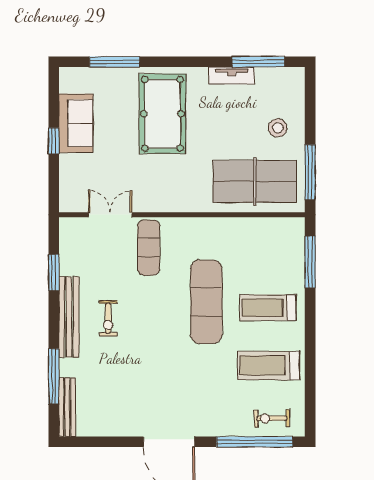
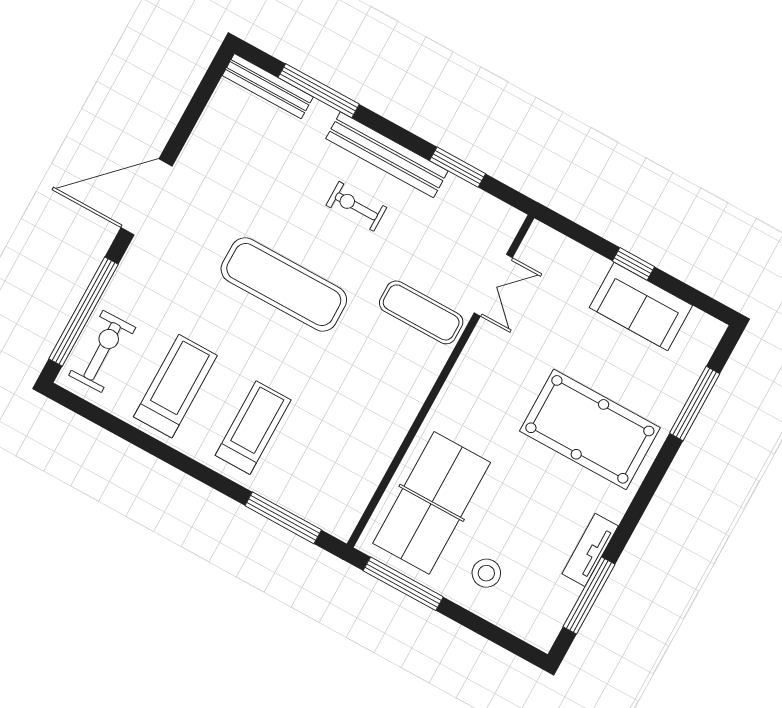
exercise mat: (206, 302) -> (284, 284), moved
exercise bike: (272, 418) -> (102, 351), width x1.38, depth x1.39

